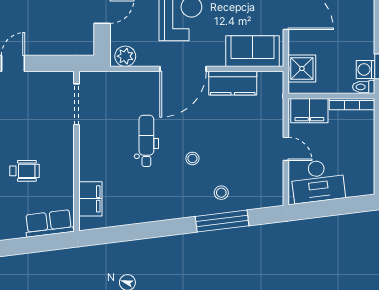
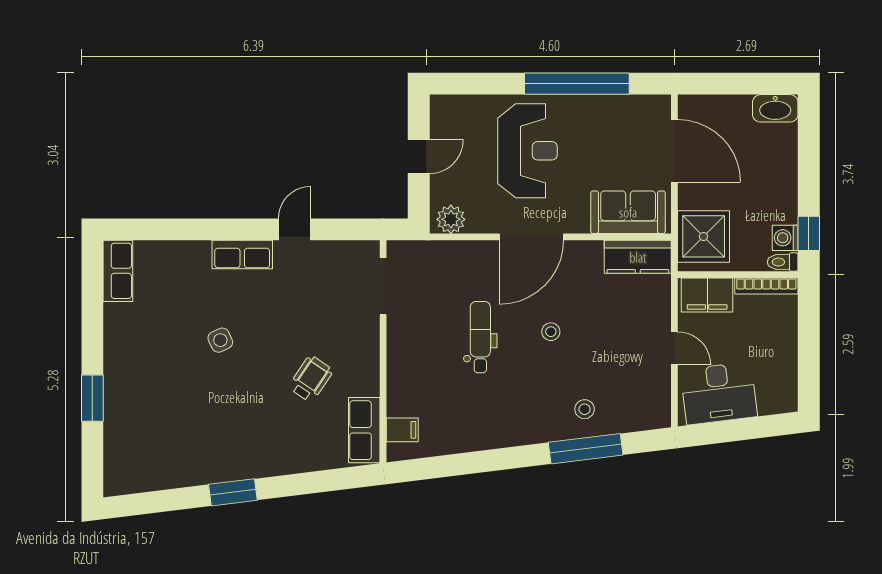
shower: (302, 69) -> (704, 236), width x1.36, depth x1.36
kitchen counter: (233, 83) -> (638, 257), moved
stool: (192, 158) -> (551, 332), moved
wheelchair: (25, 171) -> (311, 379), turned -56
filing cabinet: (90, 199) -> (402, 430), width x0.50
row of seats: (49, 223) -> (364, 430), moved, turned -83

